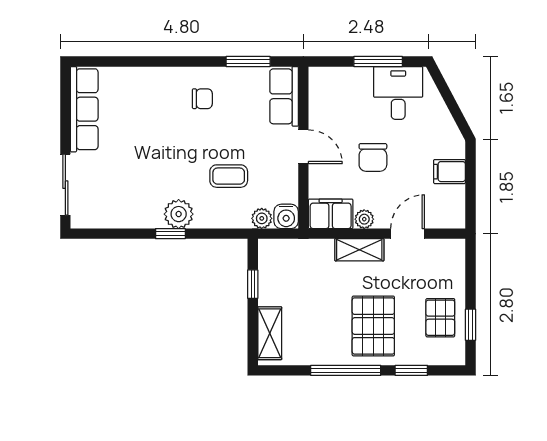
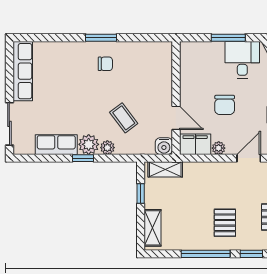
window: (248, 61) -> (101, 38), moved
row of seats: (284, 96) -> (56, 145), moved, turned 90
door: (303, 147) -> (176, 118), moved
coffee table: (229, 176) -> (124, 118), turned 53
plant: (262, 218) -> (107, 148), moved
shelving: (359, 250) -> (165, 169), moved
pallet: (373, 326) -> (225, 223), width x0.67, depth x0.71

